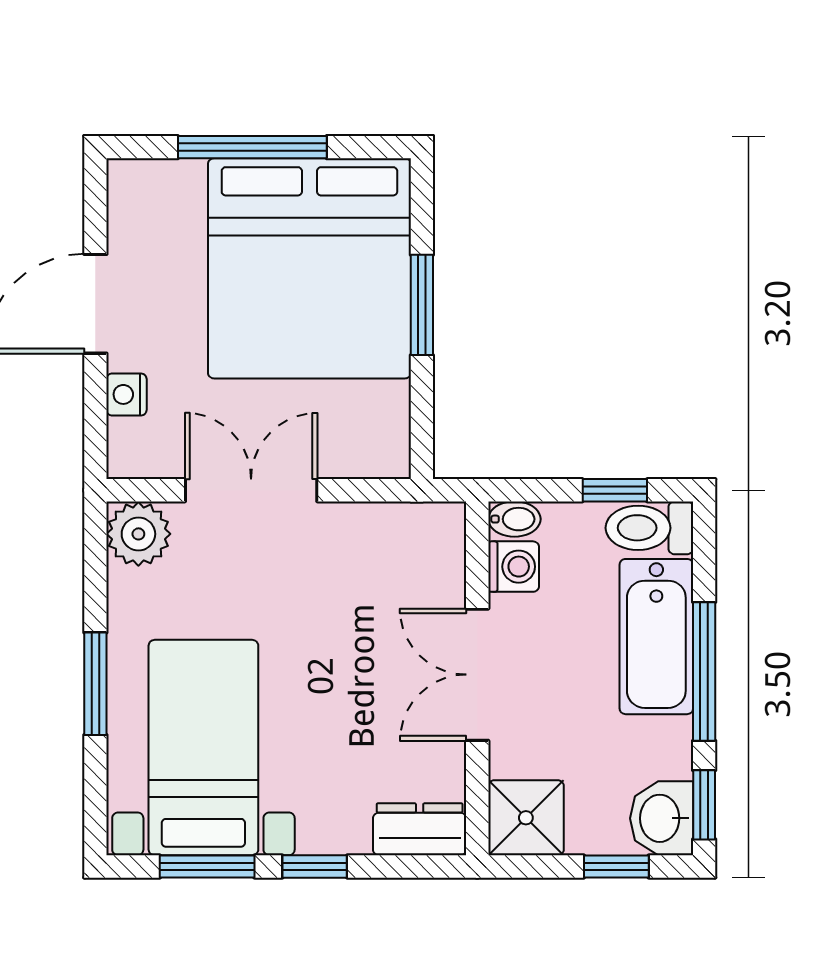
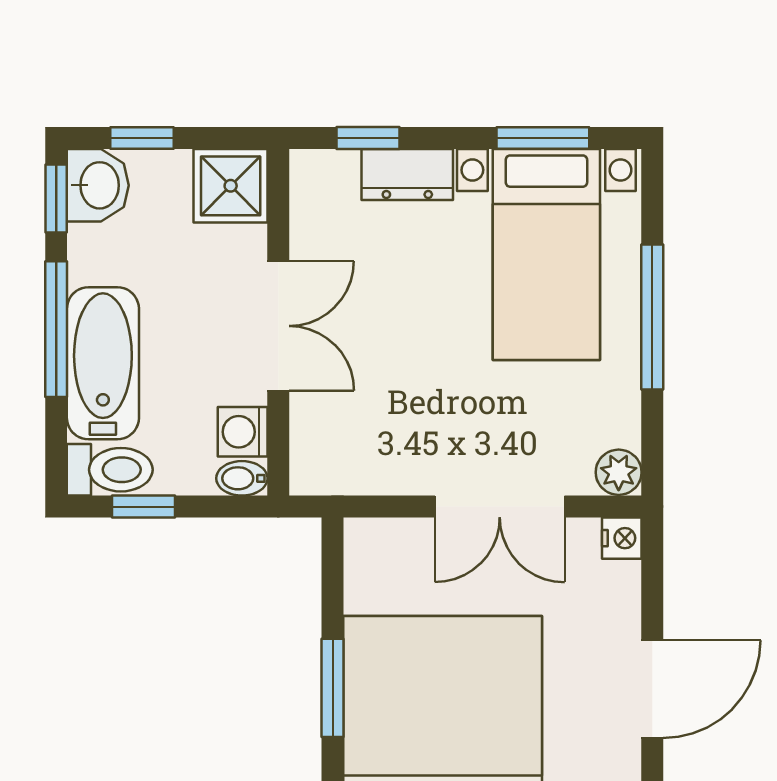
nightstand: (126, 394) -> (622, 538), moved
plant: (138, 534) -> (619, 472), width x0.73, depth x0.73
window: (95, 684) -> (652, 317), width x1.44
dresser: (420, 829) -> (407, 175), moved
window: (315, 867) -> (368, 138), moved

